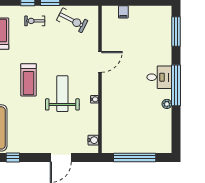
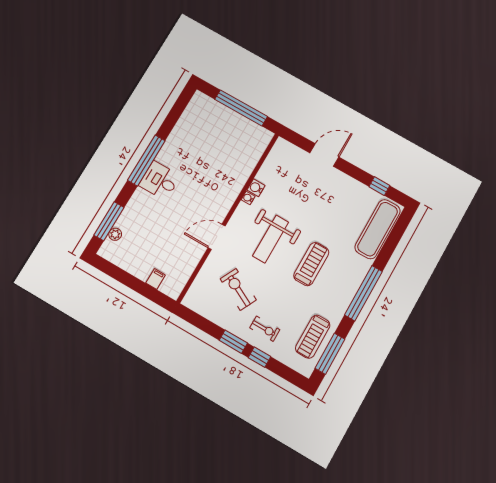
exercise bike: (72, 20) -> (238, 289), moved
weight bench: (62, 94) -> (271, 239), moved
plant: (167, 104) -> (115, 234), moved
water cooler: (93, 140) -> (256, 188), moved

